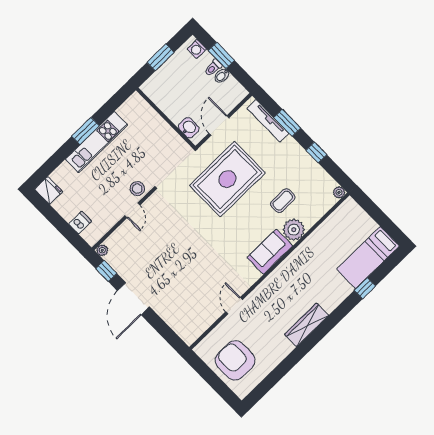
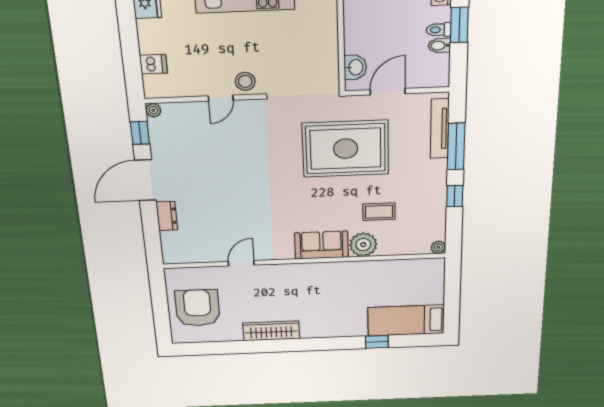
window: (287, 123) -> (456, 146), width x1.44
dresser: (164, 312) -> (167, 216), added
wardrobe: (307, 325) -> (271, 331), moved

